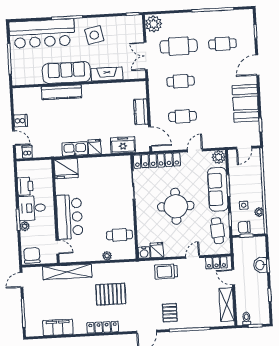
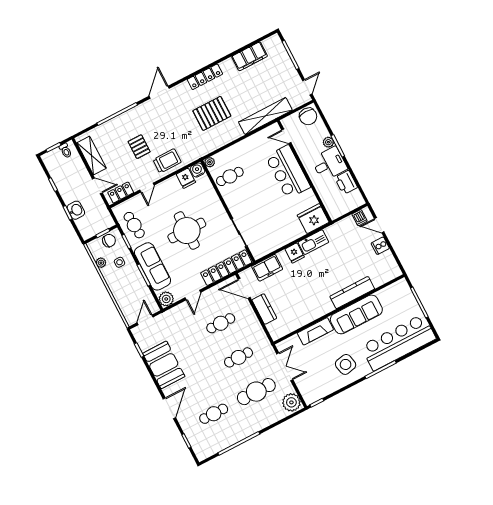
plant: (107, 256) -> (210, 162), moved
pallet: (170, 313) -> (139, 147), moved

